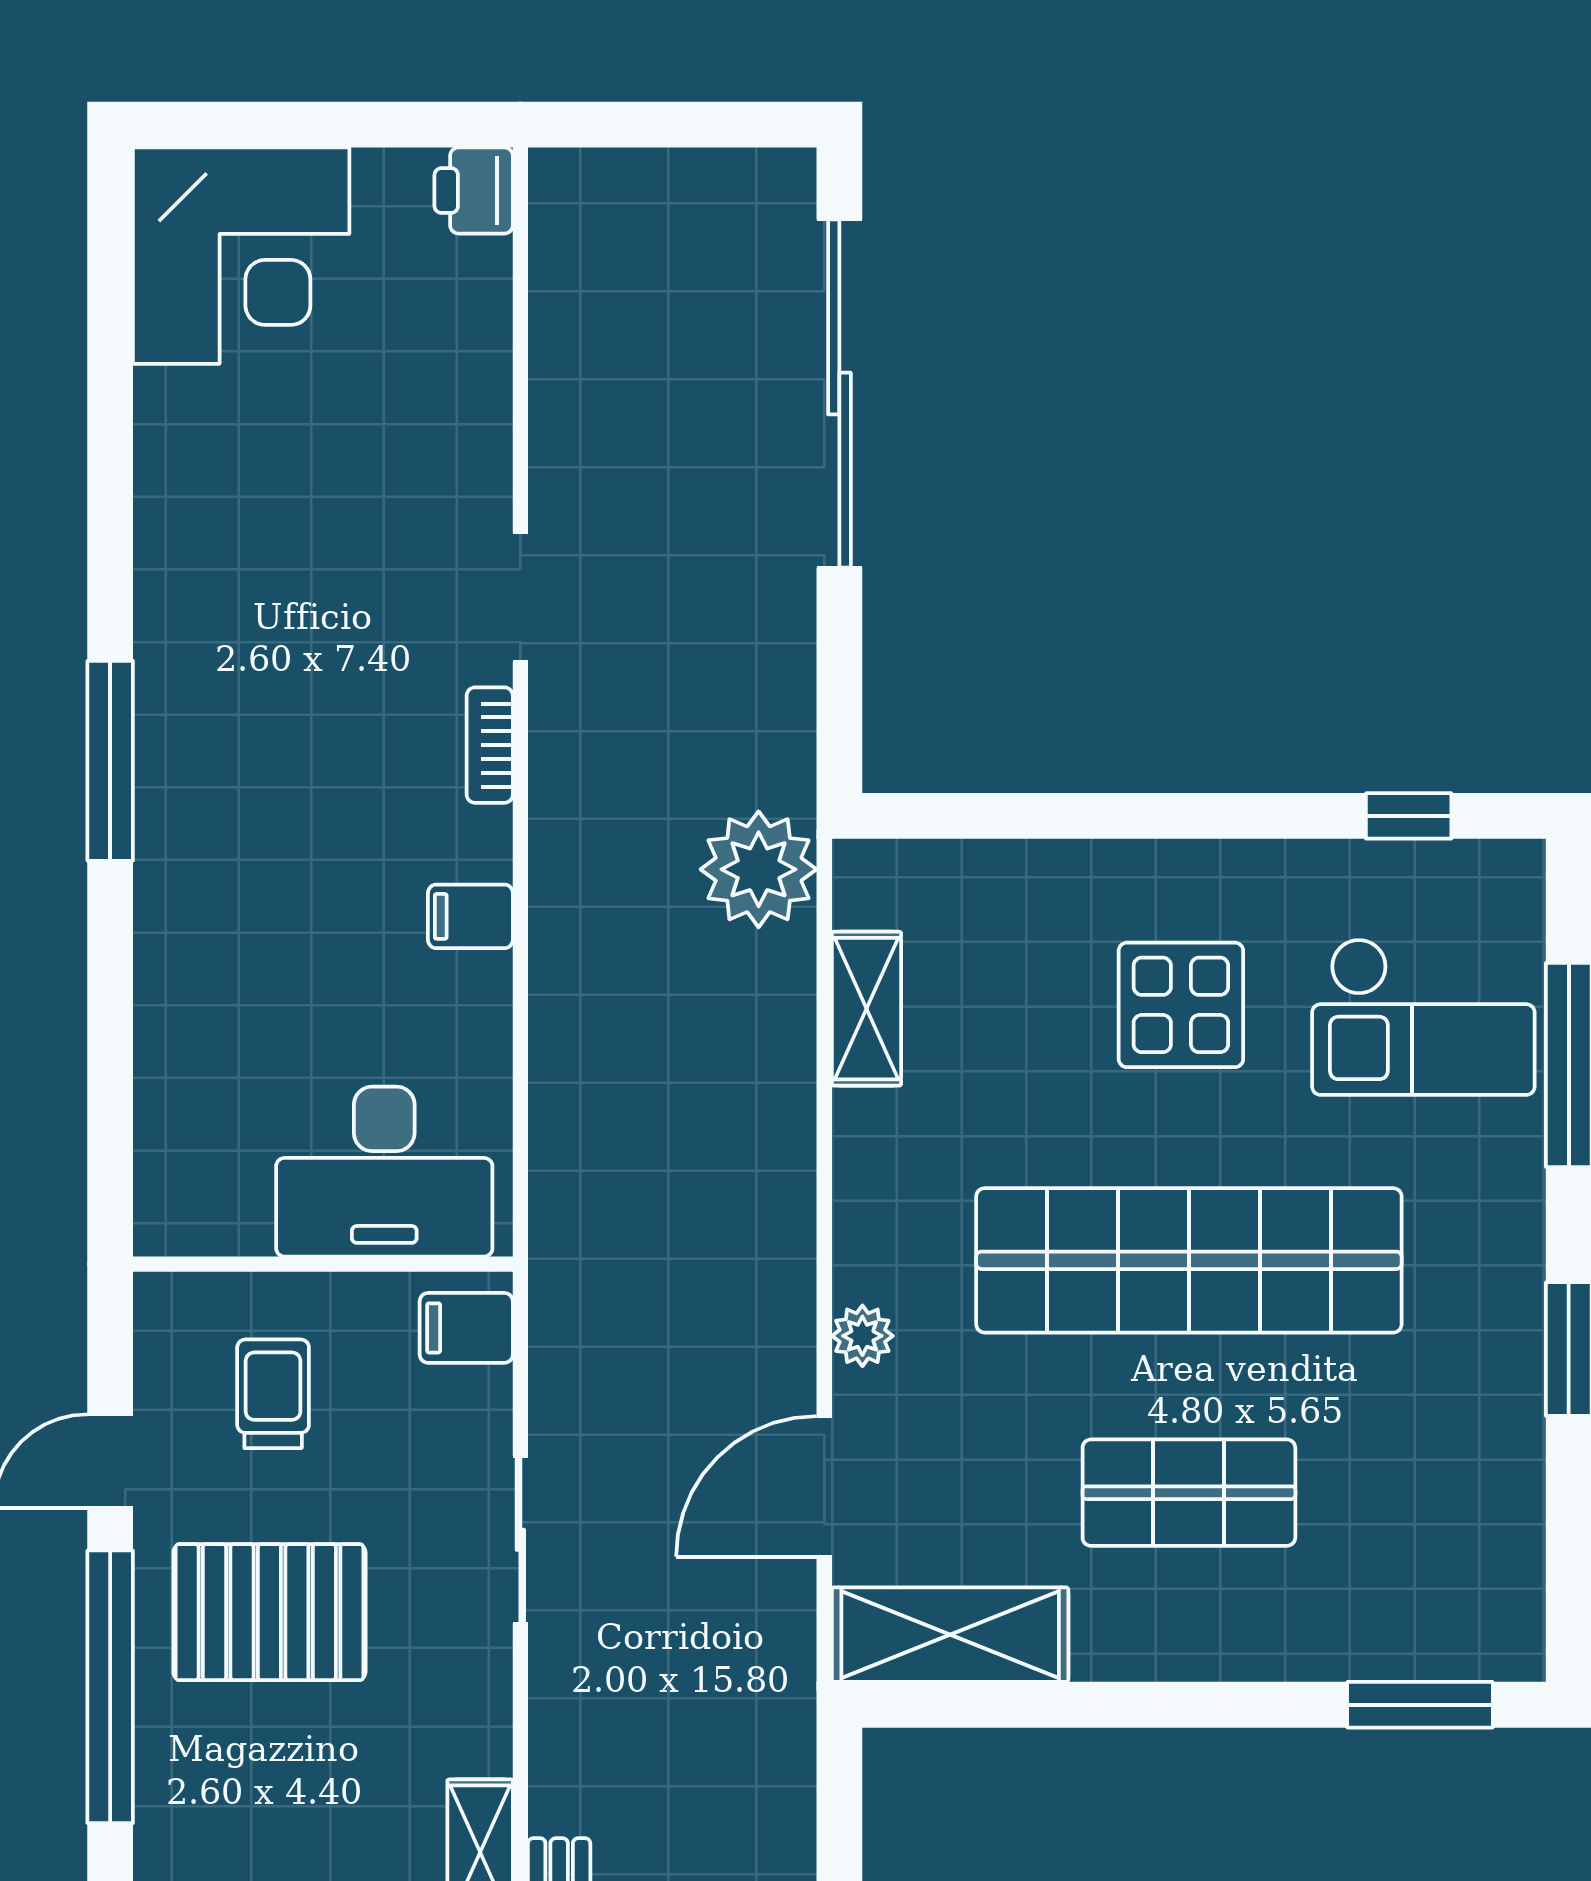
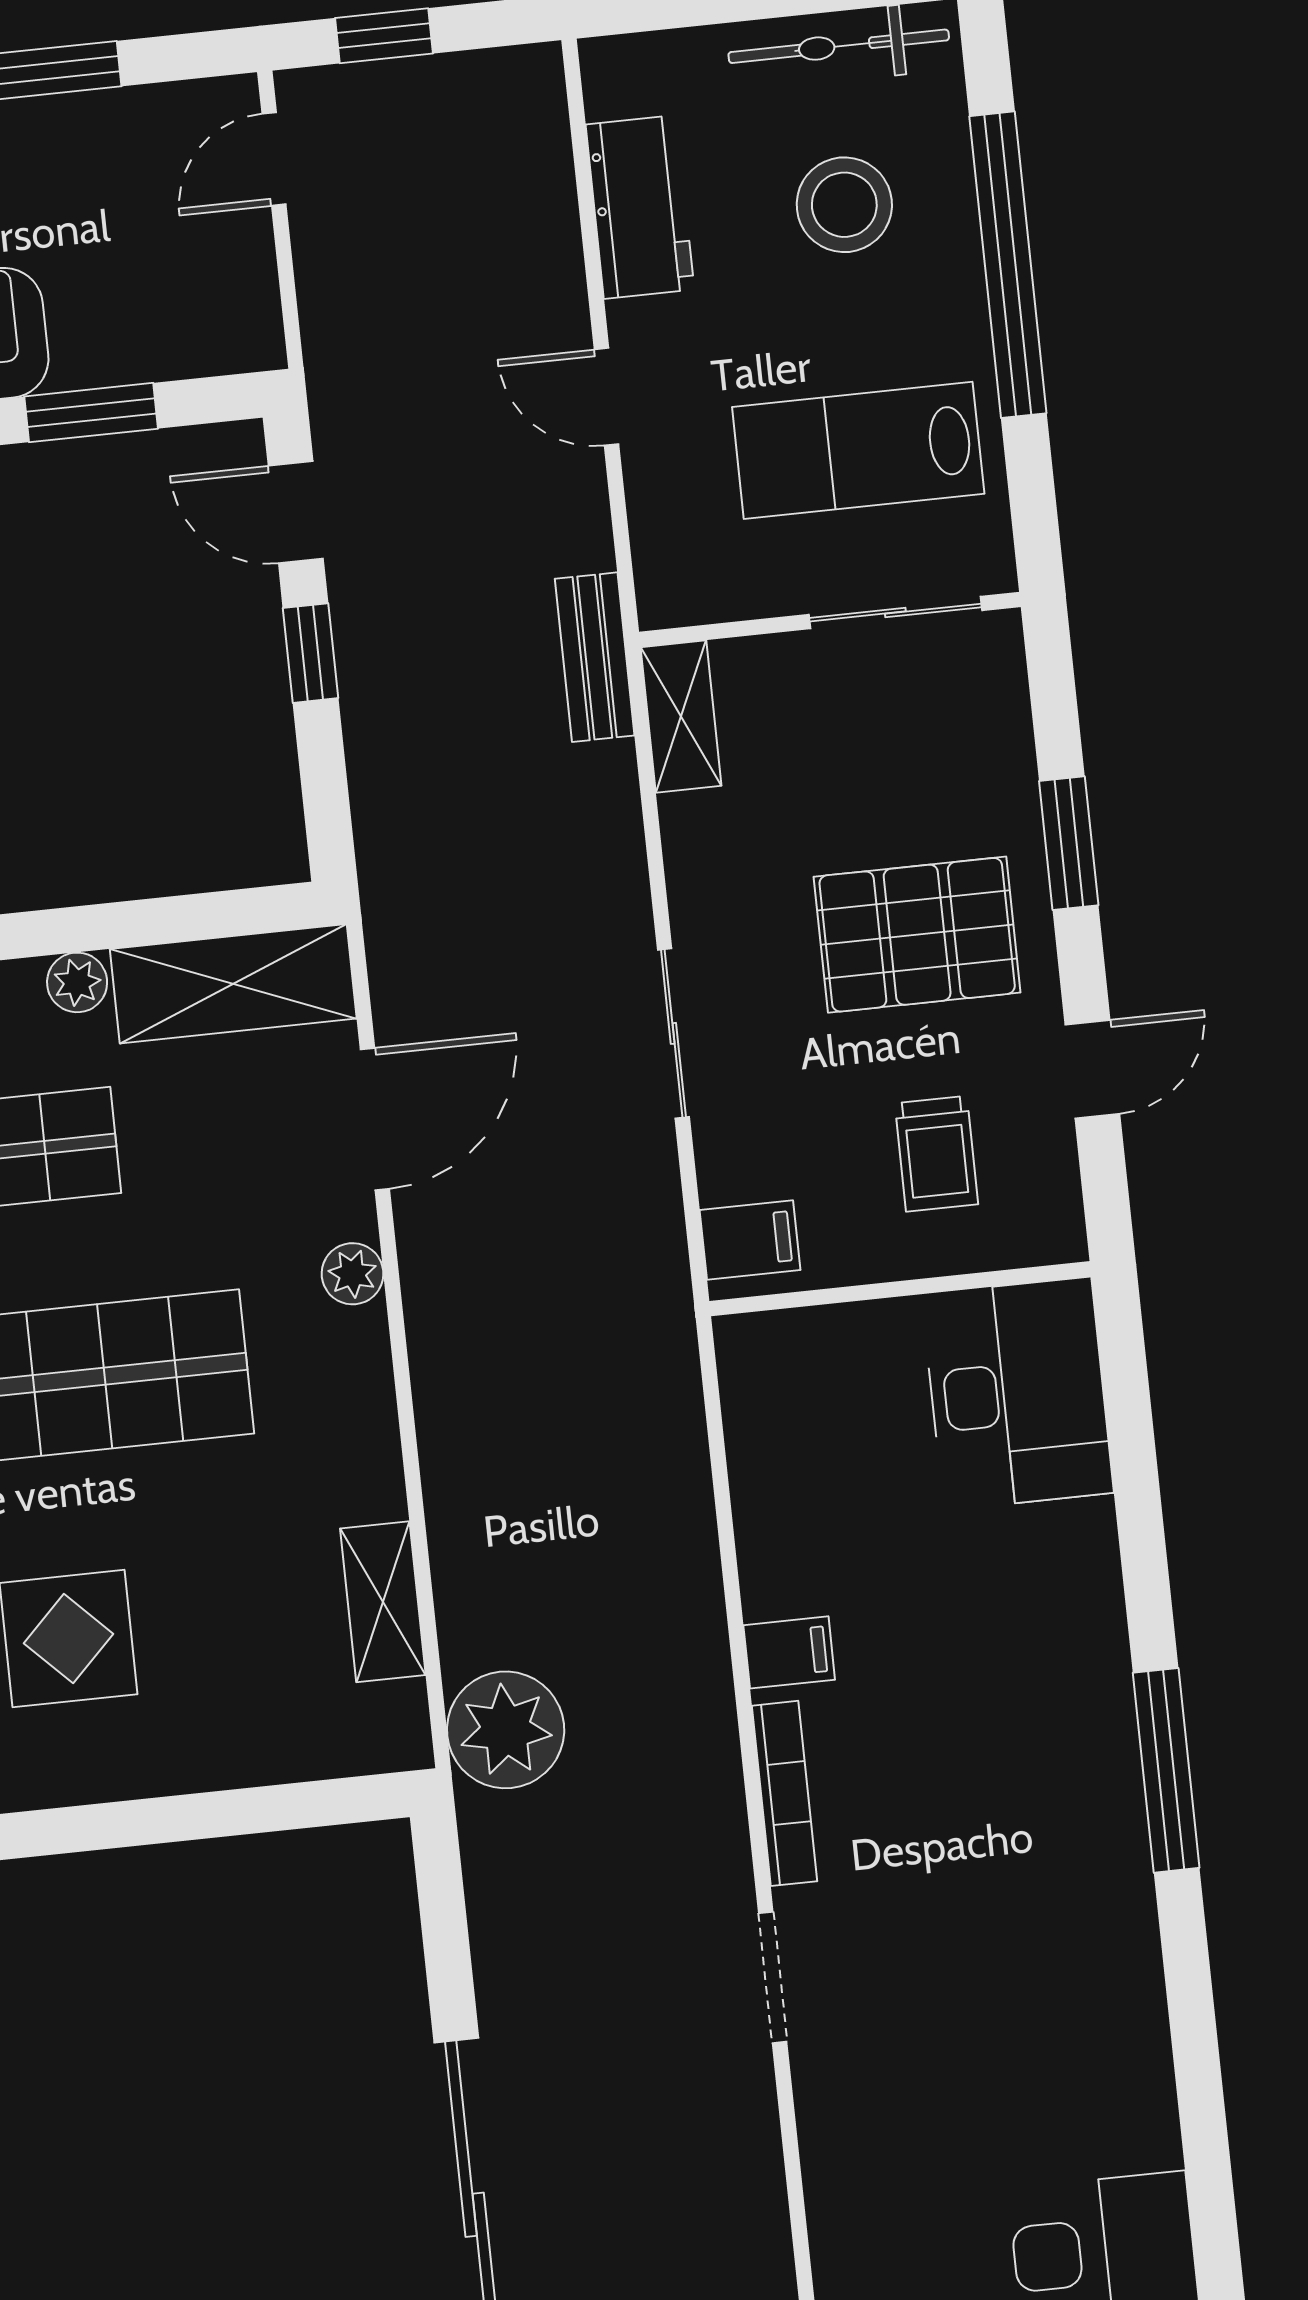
bookcase: (490, 745) -> (784, 1793), width x1.56
desk: (384, 1172) -> (1017, 1394), moved, turned 90
plant: (1104, 1652) -> (77, 982), added
window: (110, 1687) -> (1069, 843), width x0.47

